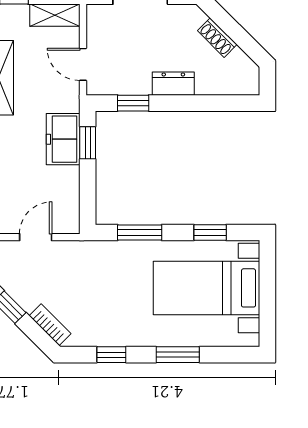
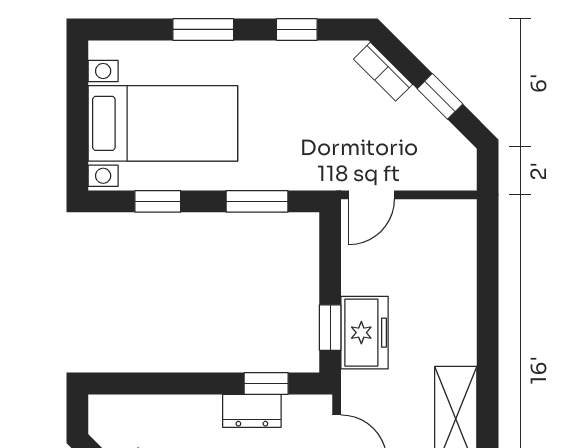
dresser: (173, 84) -> (252, 411), moved
door: (36, 237) -> (372, 195), moved

